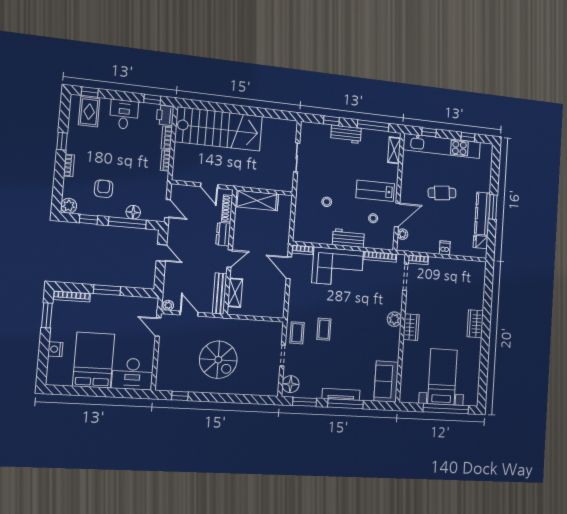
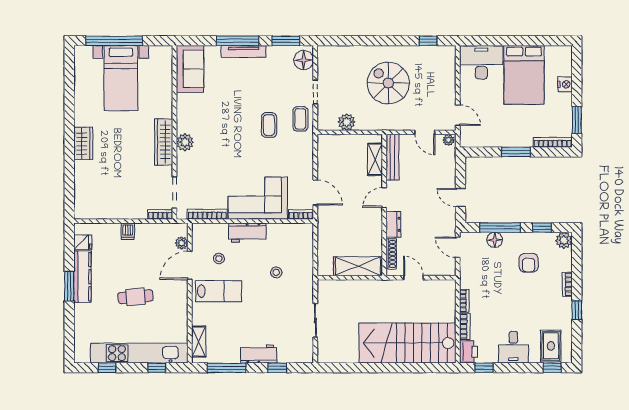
plant: (257, 327) -> (347, 122), added
wardrobe: (411, 327) -> (164, 142), width x1.50

